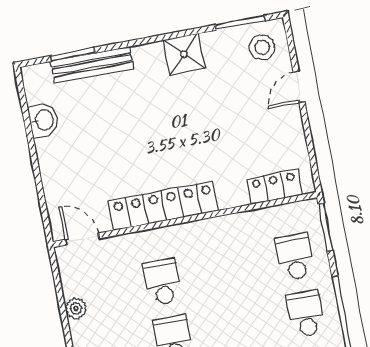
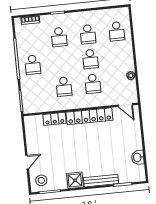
bench: (92, 65) -> (101, 181), moved
locker: (274, 187) -> (55, 119), moved
school desk: (295, 257) -> (64, 87), moved

